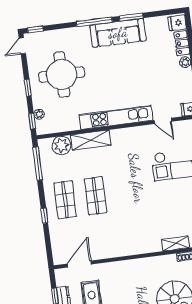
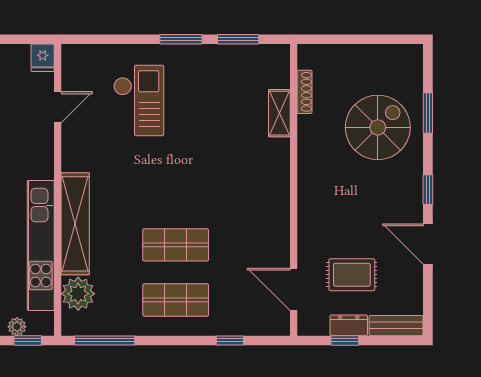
kitchen unit: (116, 118) -> (41, 245), moved
shelving: (91, 140) -> (75, 224), width x1.47
window: (44, 216) -> (230, 340), moved

